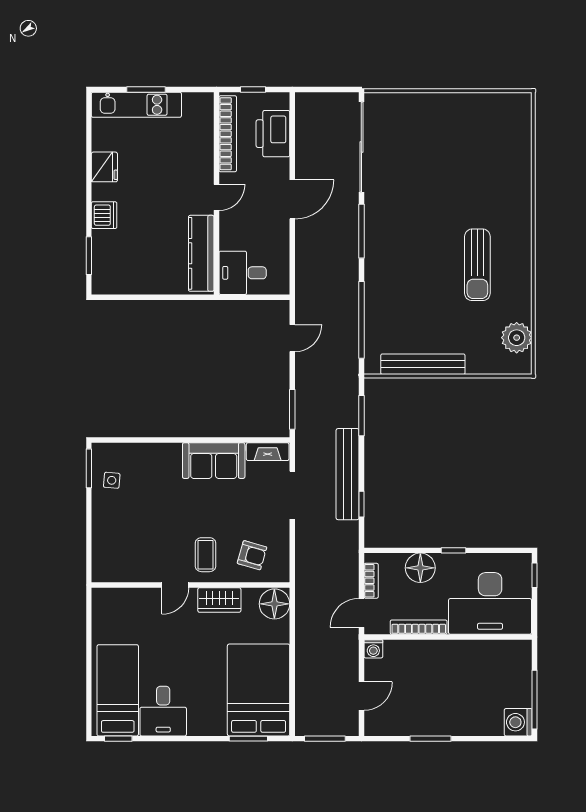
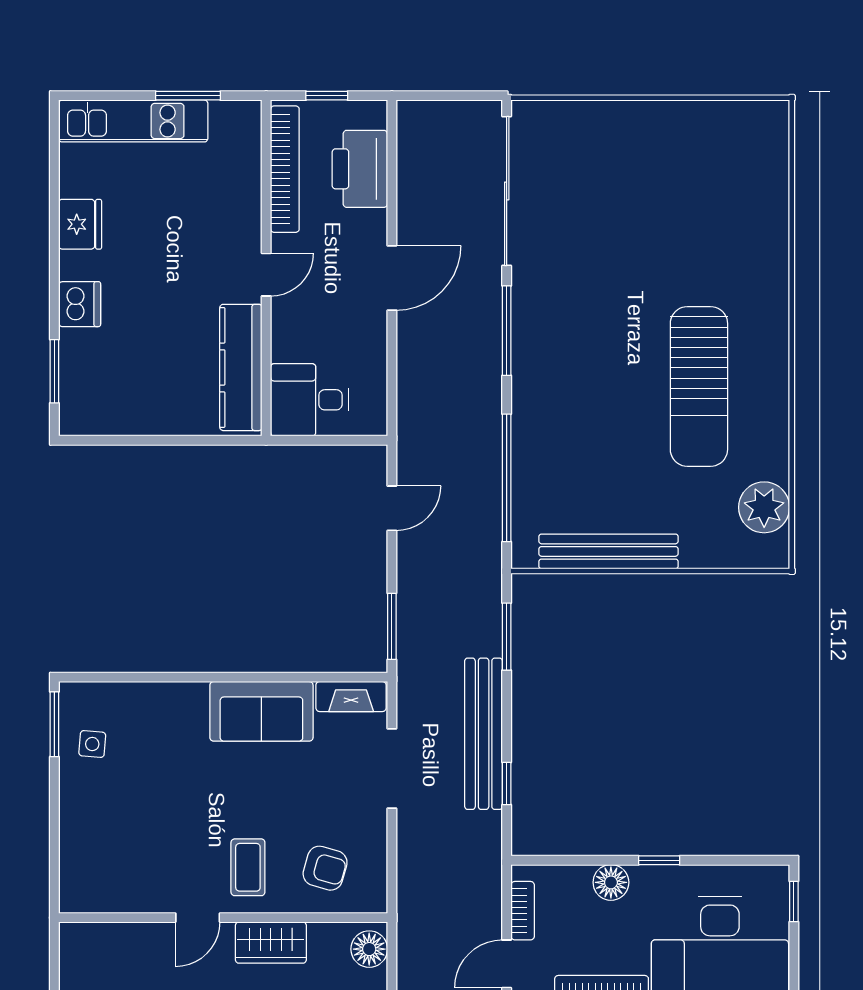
window: (146, 89) -> (188, 96), moved
sun lounger: (477, 265) -> (699, 386), width x1.36, depth x1.34
floor lamp: (420, 568) -> (611, 882), width x0.73, depth x0.73
floor lamp: (274, 604) -> (369, 949), width x0.73, depth x0.73

